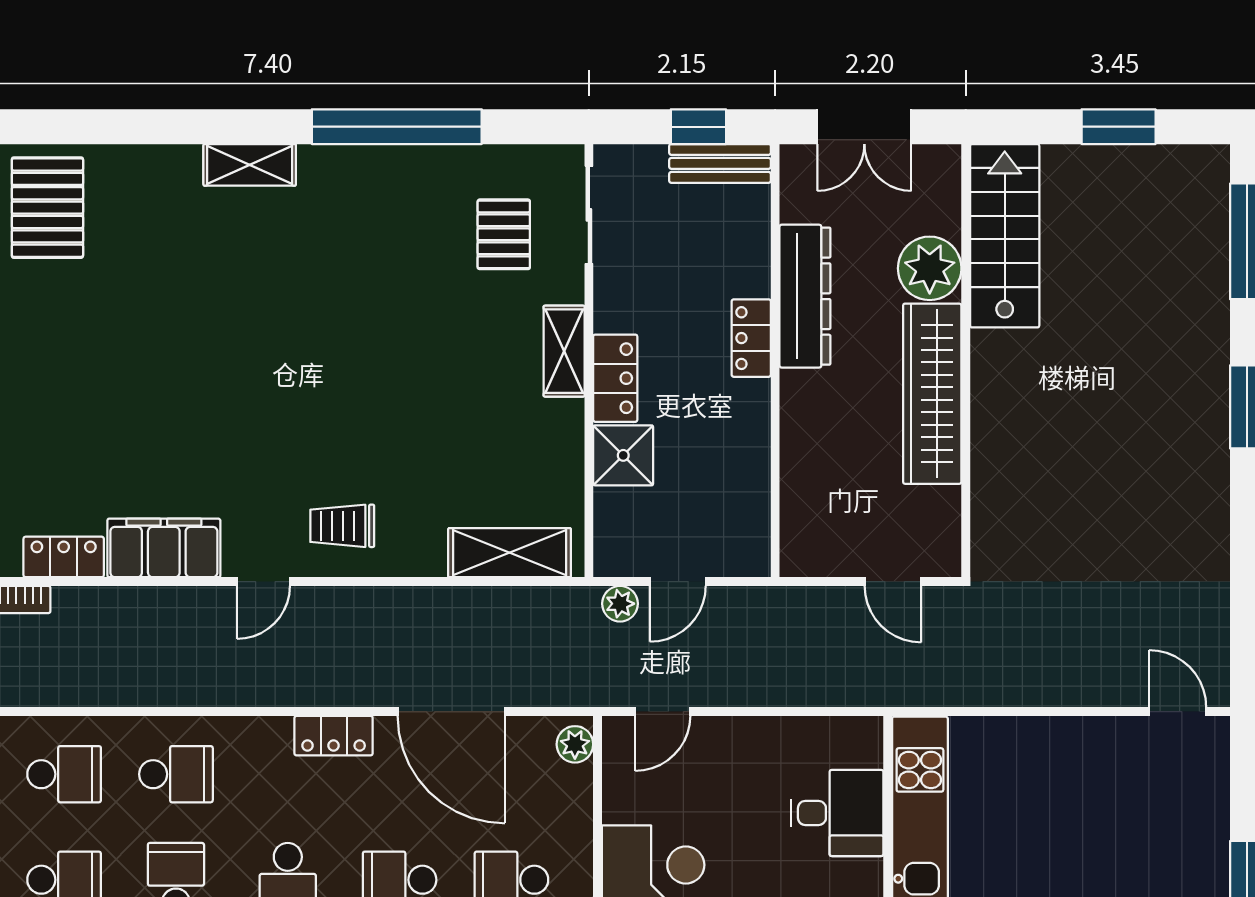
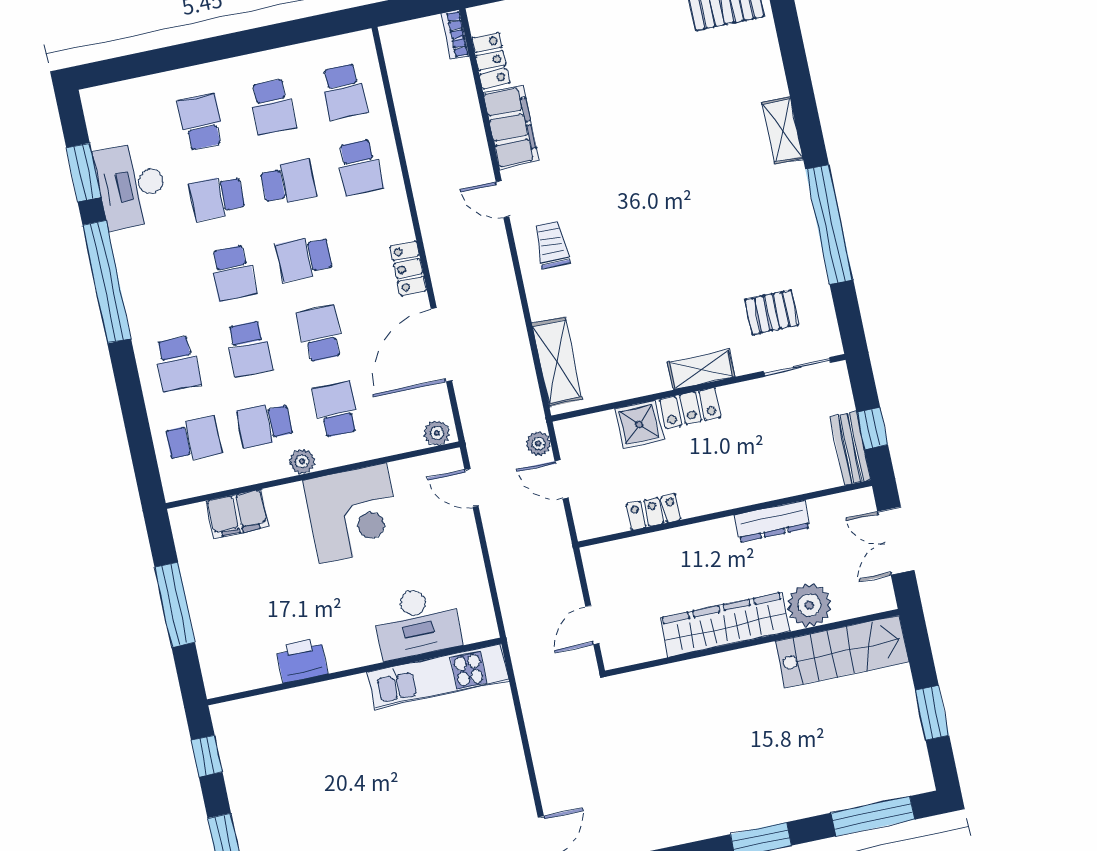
dresser: (805, 296) -> (772, 521), width x0.73, depth x0.80
locker: (751, 338) -> (653, 512), moved
desk: (837, 813) -> (417, 622), width x1.37

